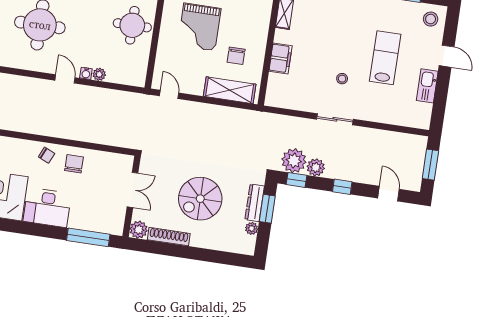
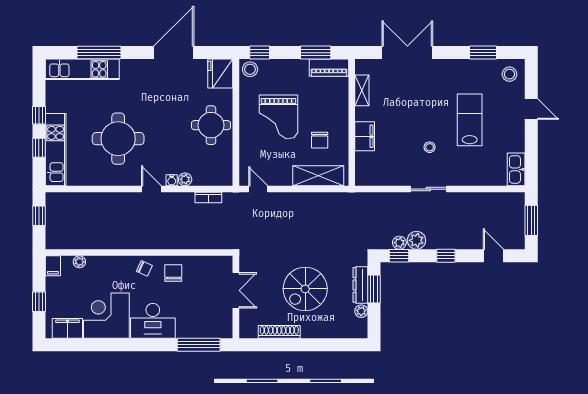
kitchen sink: (427, 86) -> (516, 169), moved
bookcase: (119, 95) -> (208, 198), added
plant: (294, 161) -> (399, 243), width x0.53, depth x0.53
plant: (139, 230) -> (248, 329), removed

